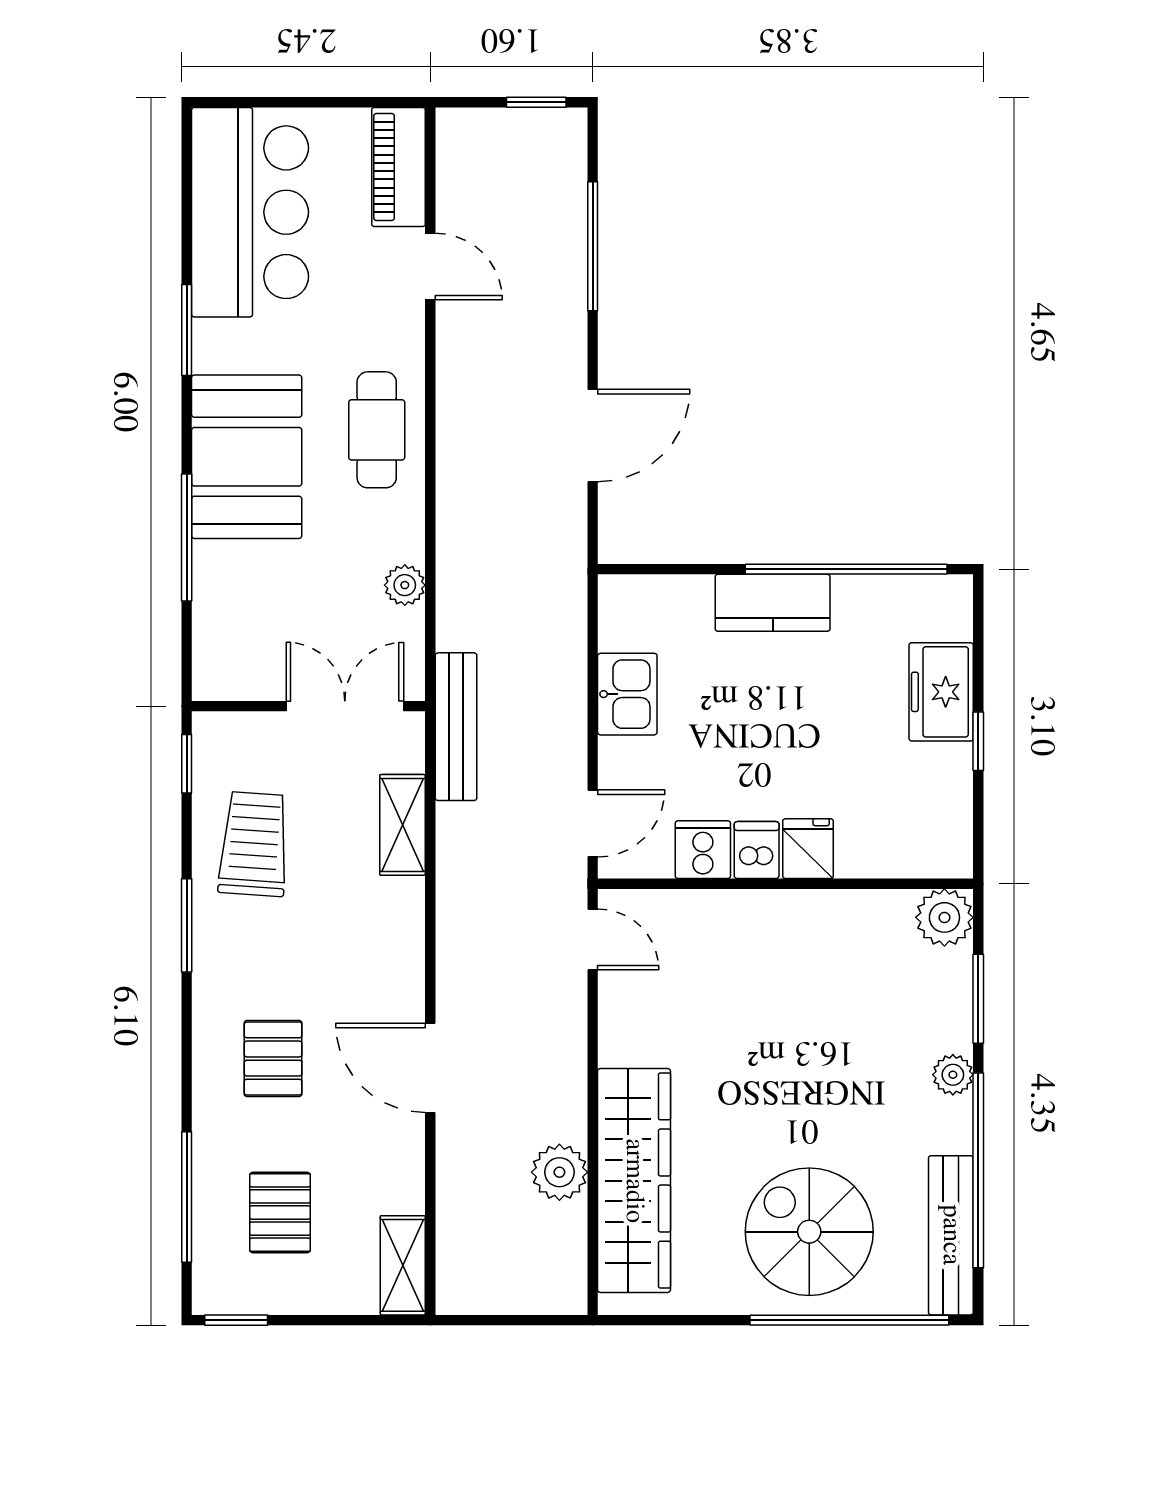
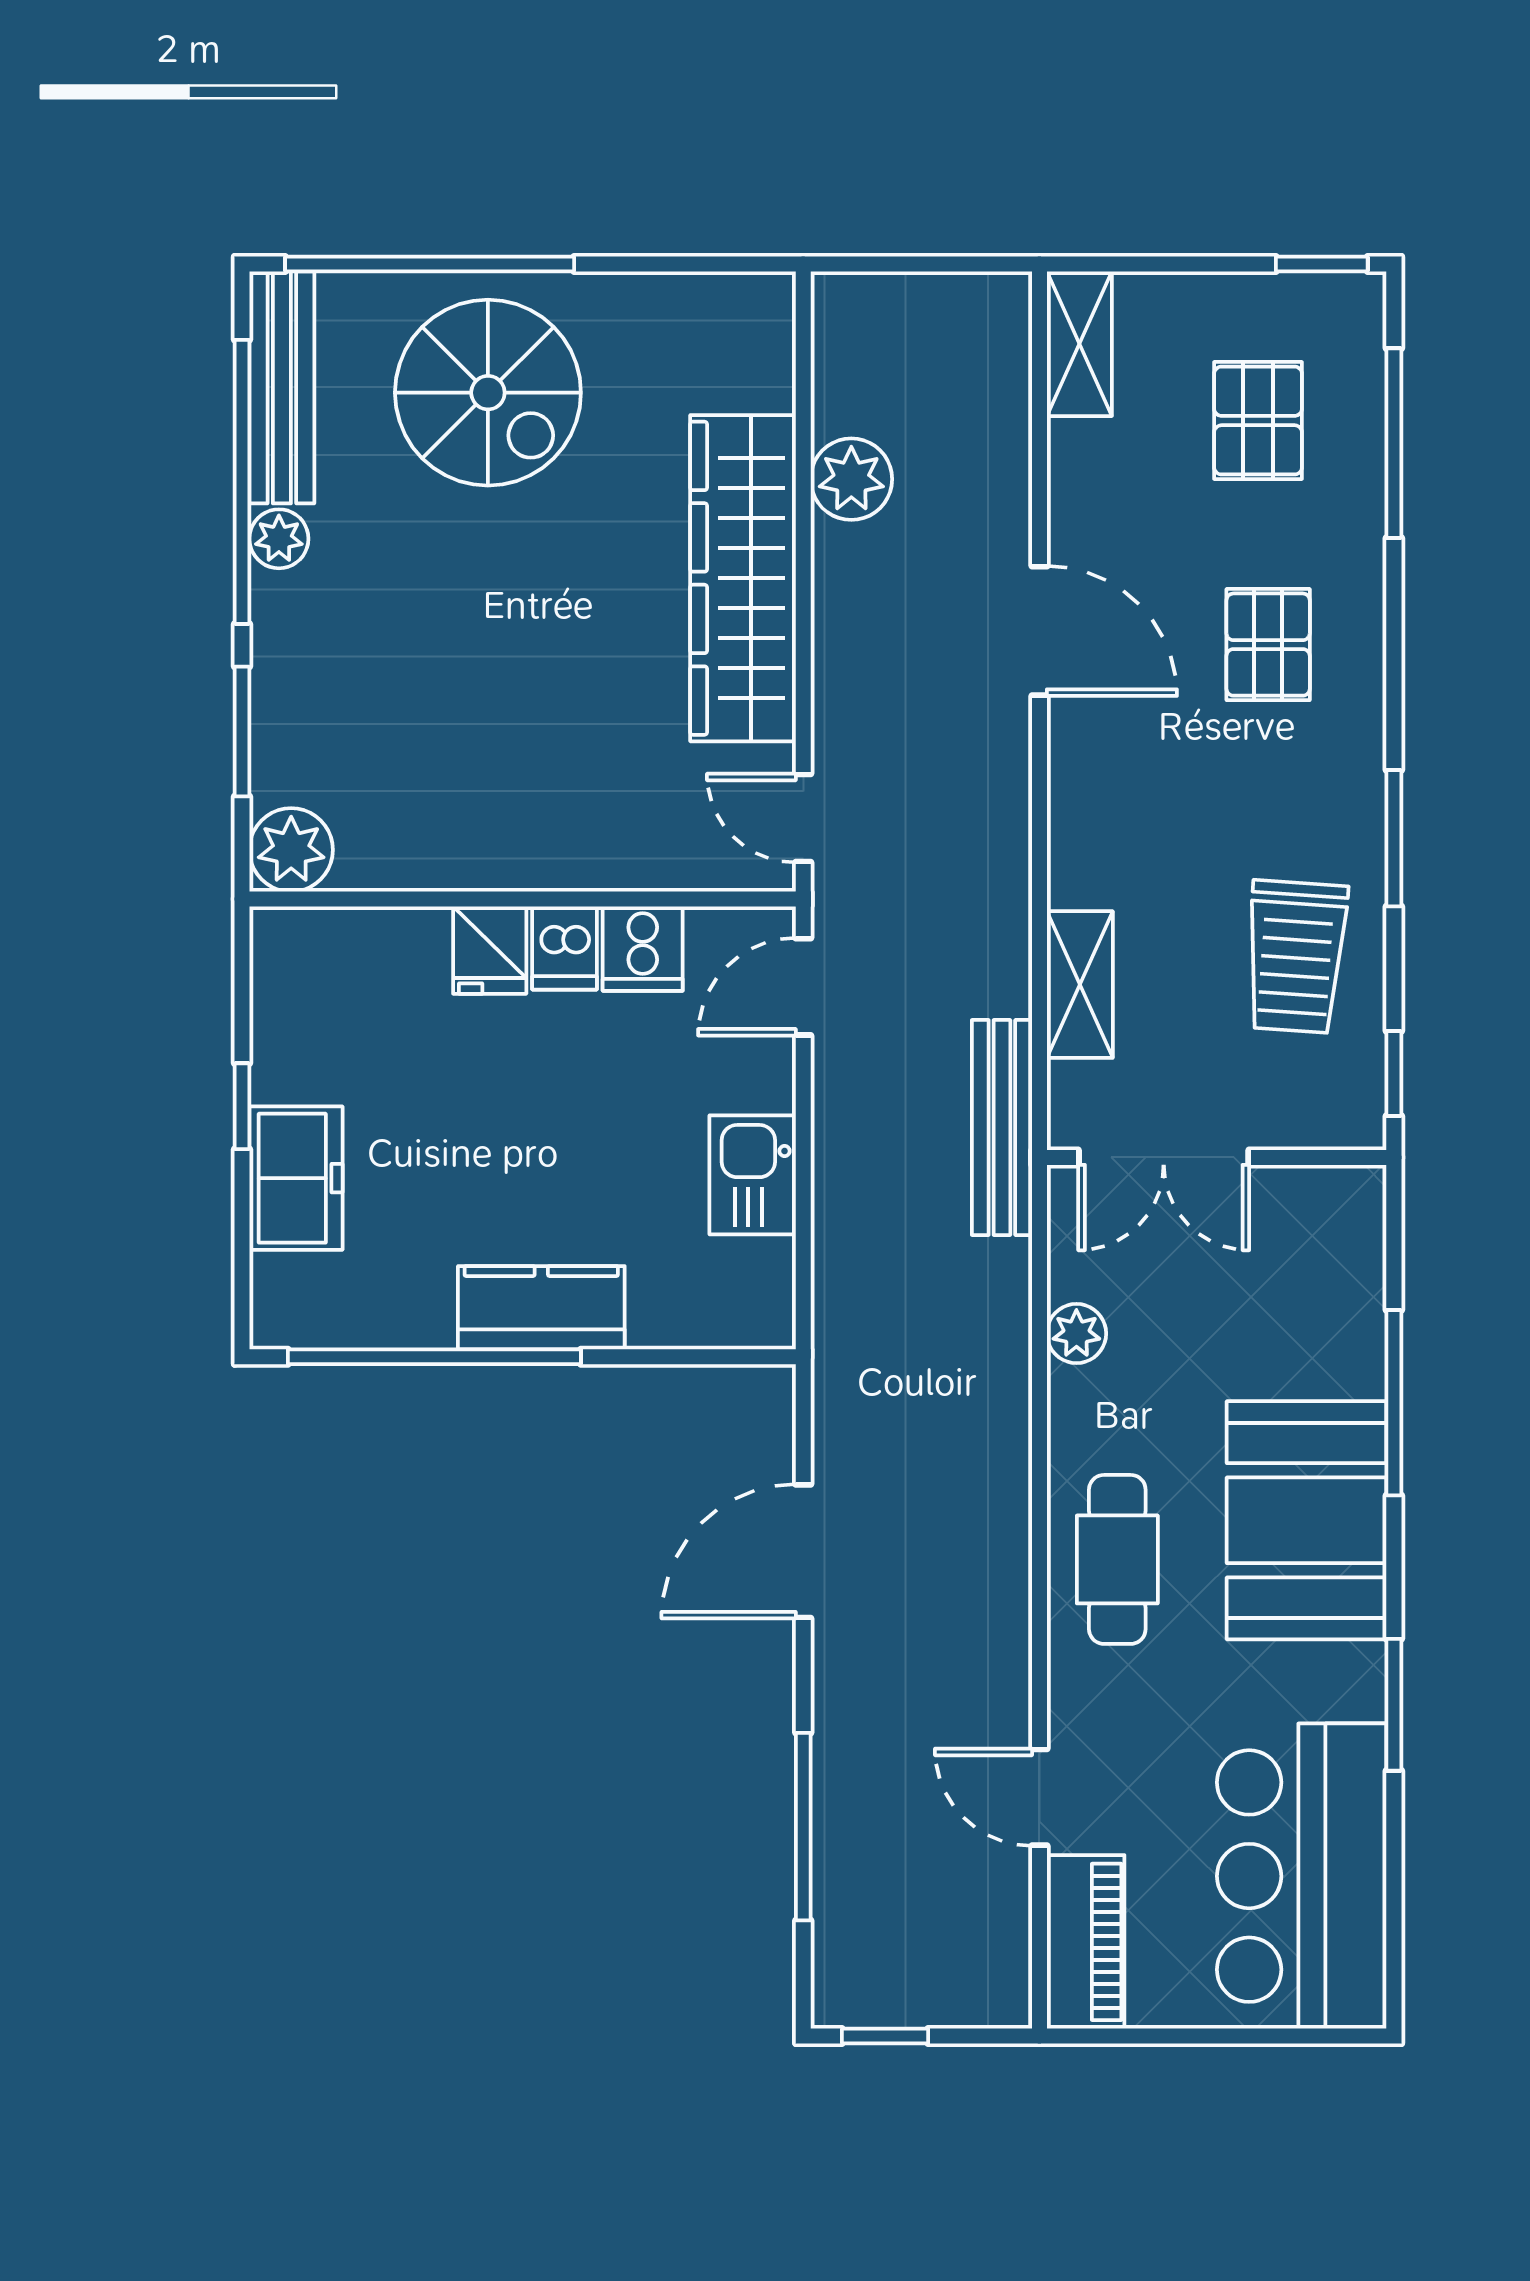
plant: (953, 1075) -> (279, 539), moved
wardrobe: (634, 1181) -> (743, 578), moved

